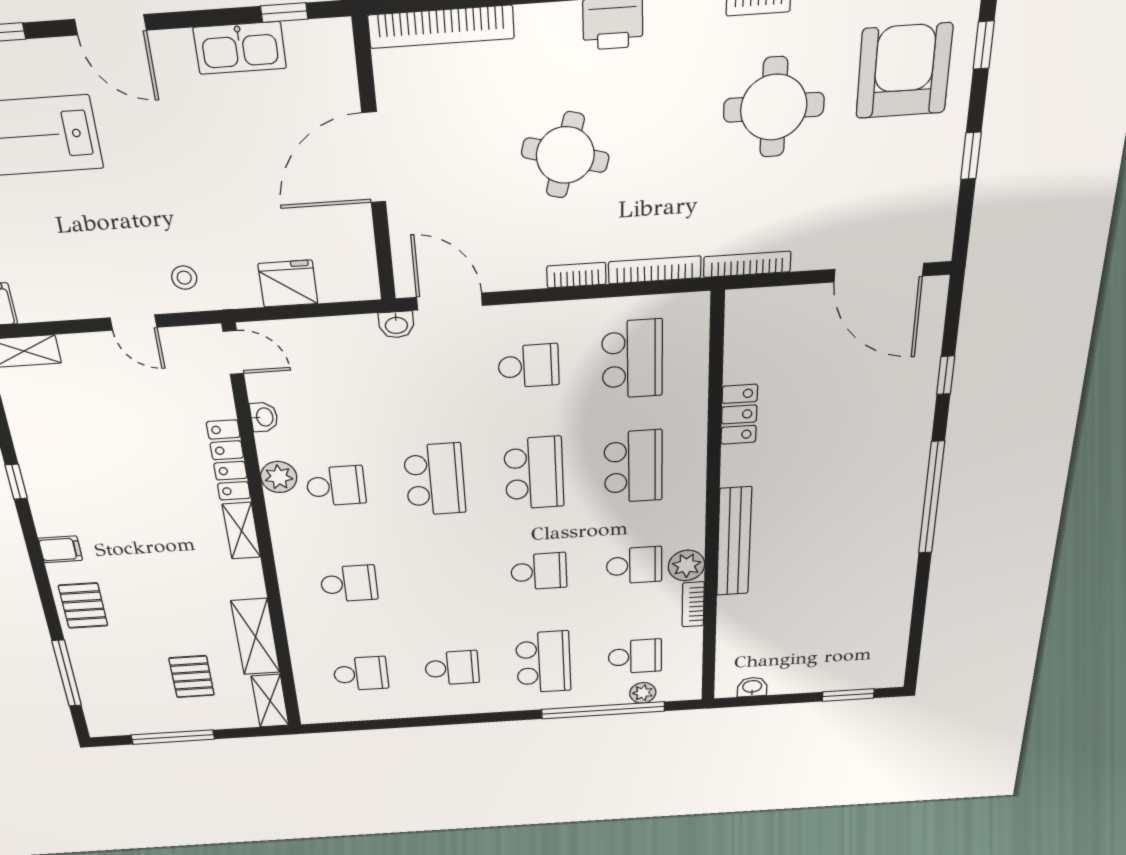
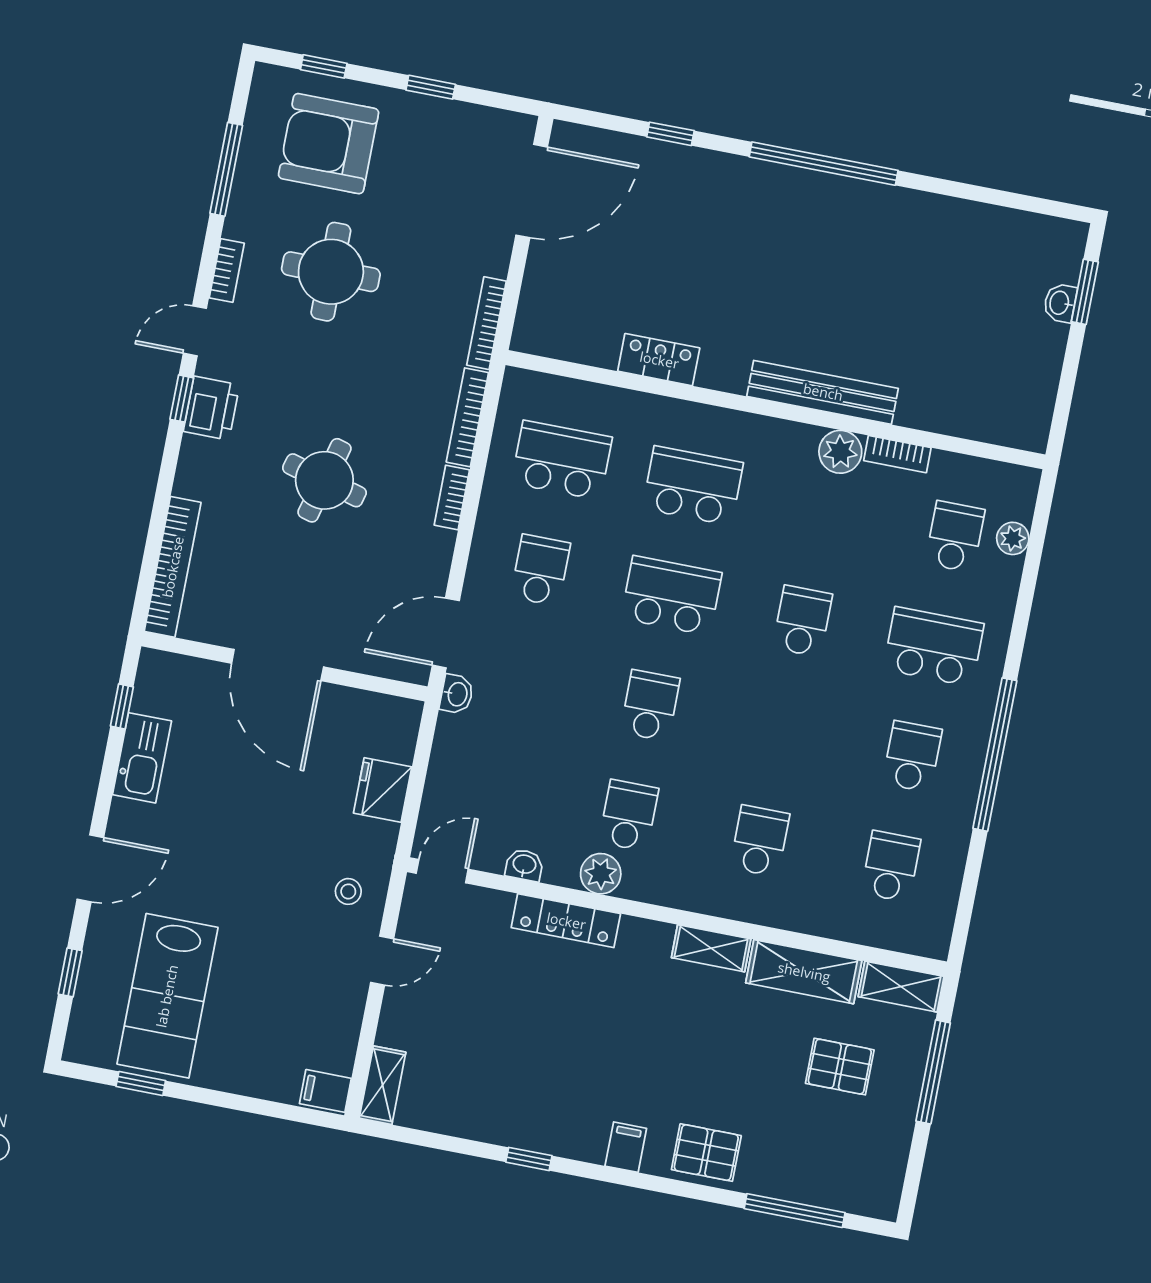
school desk: (435, 480) -> (650, 705), width x0.54
shelving: (241, 531) -> (711, 948), moved
school desk: (634, 565) -> (824, 511), removed
washbasin: (752, 687) -> (1060, 303), moved
window: (603, 710) -> (995, 755), moved
window: (173, 737) -> (933, 1072), moved

